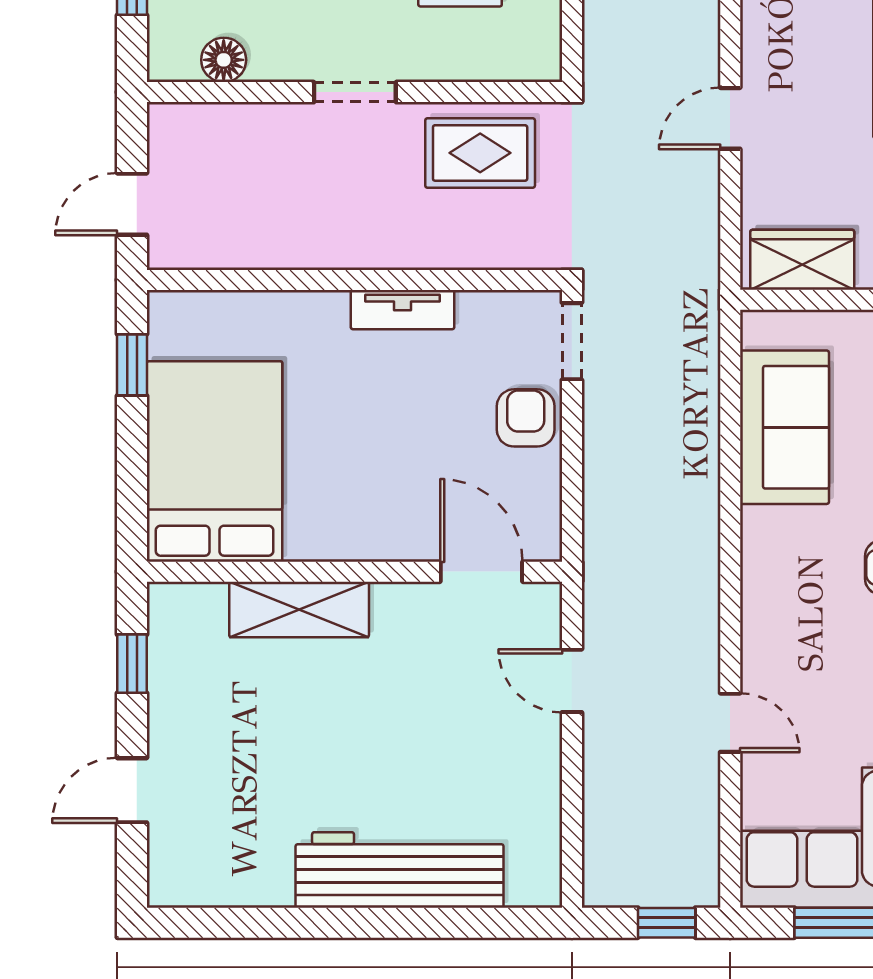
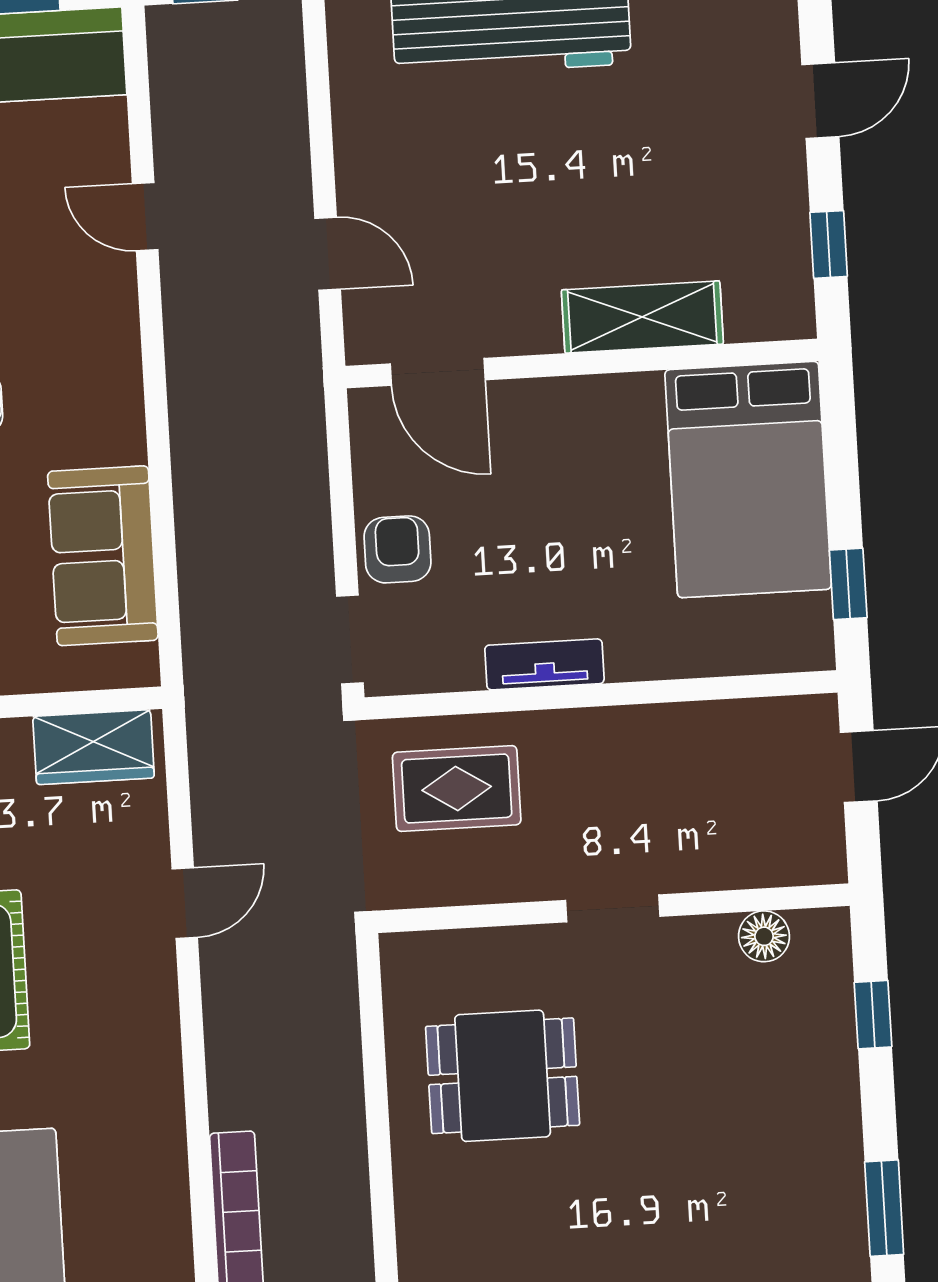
rug: (480, 153) -> (457, 788), moved
armchair: (526, 418) -> (397, 549), turned 180

